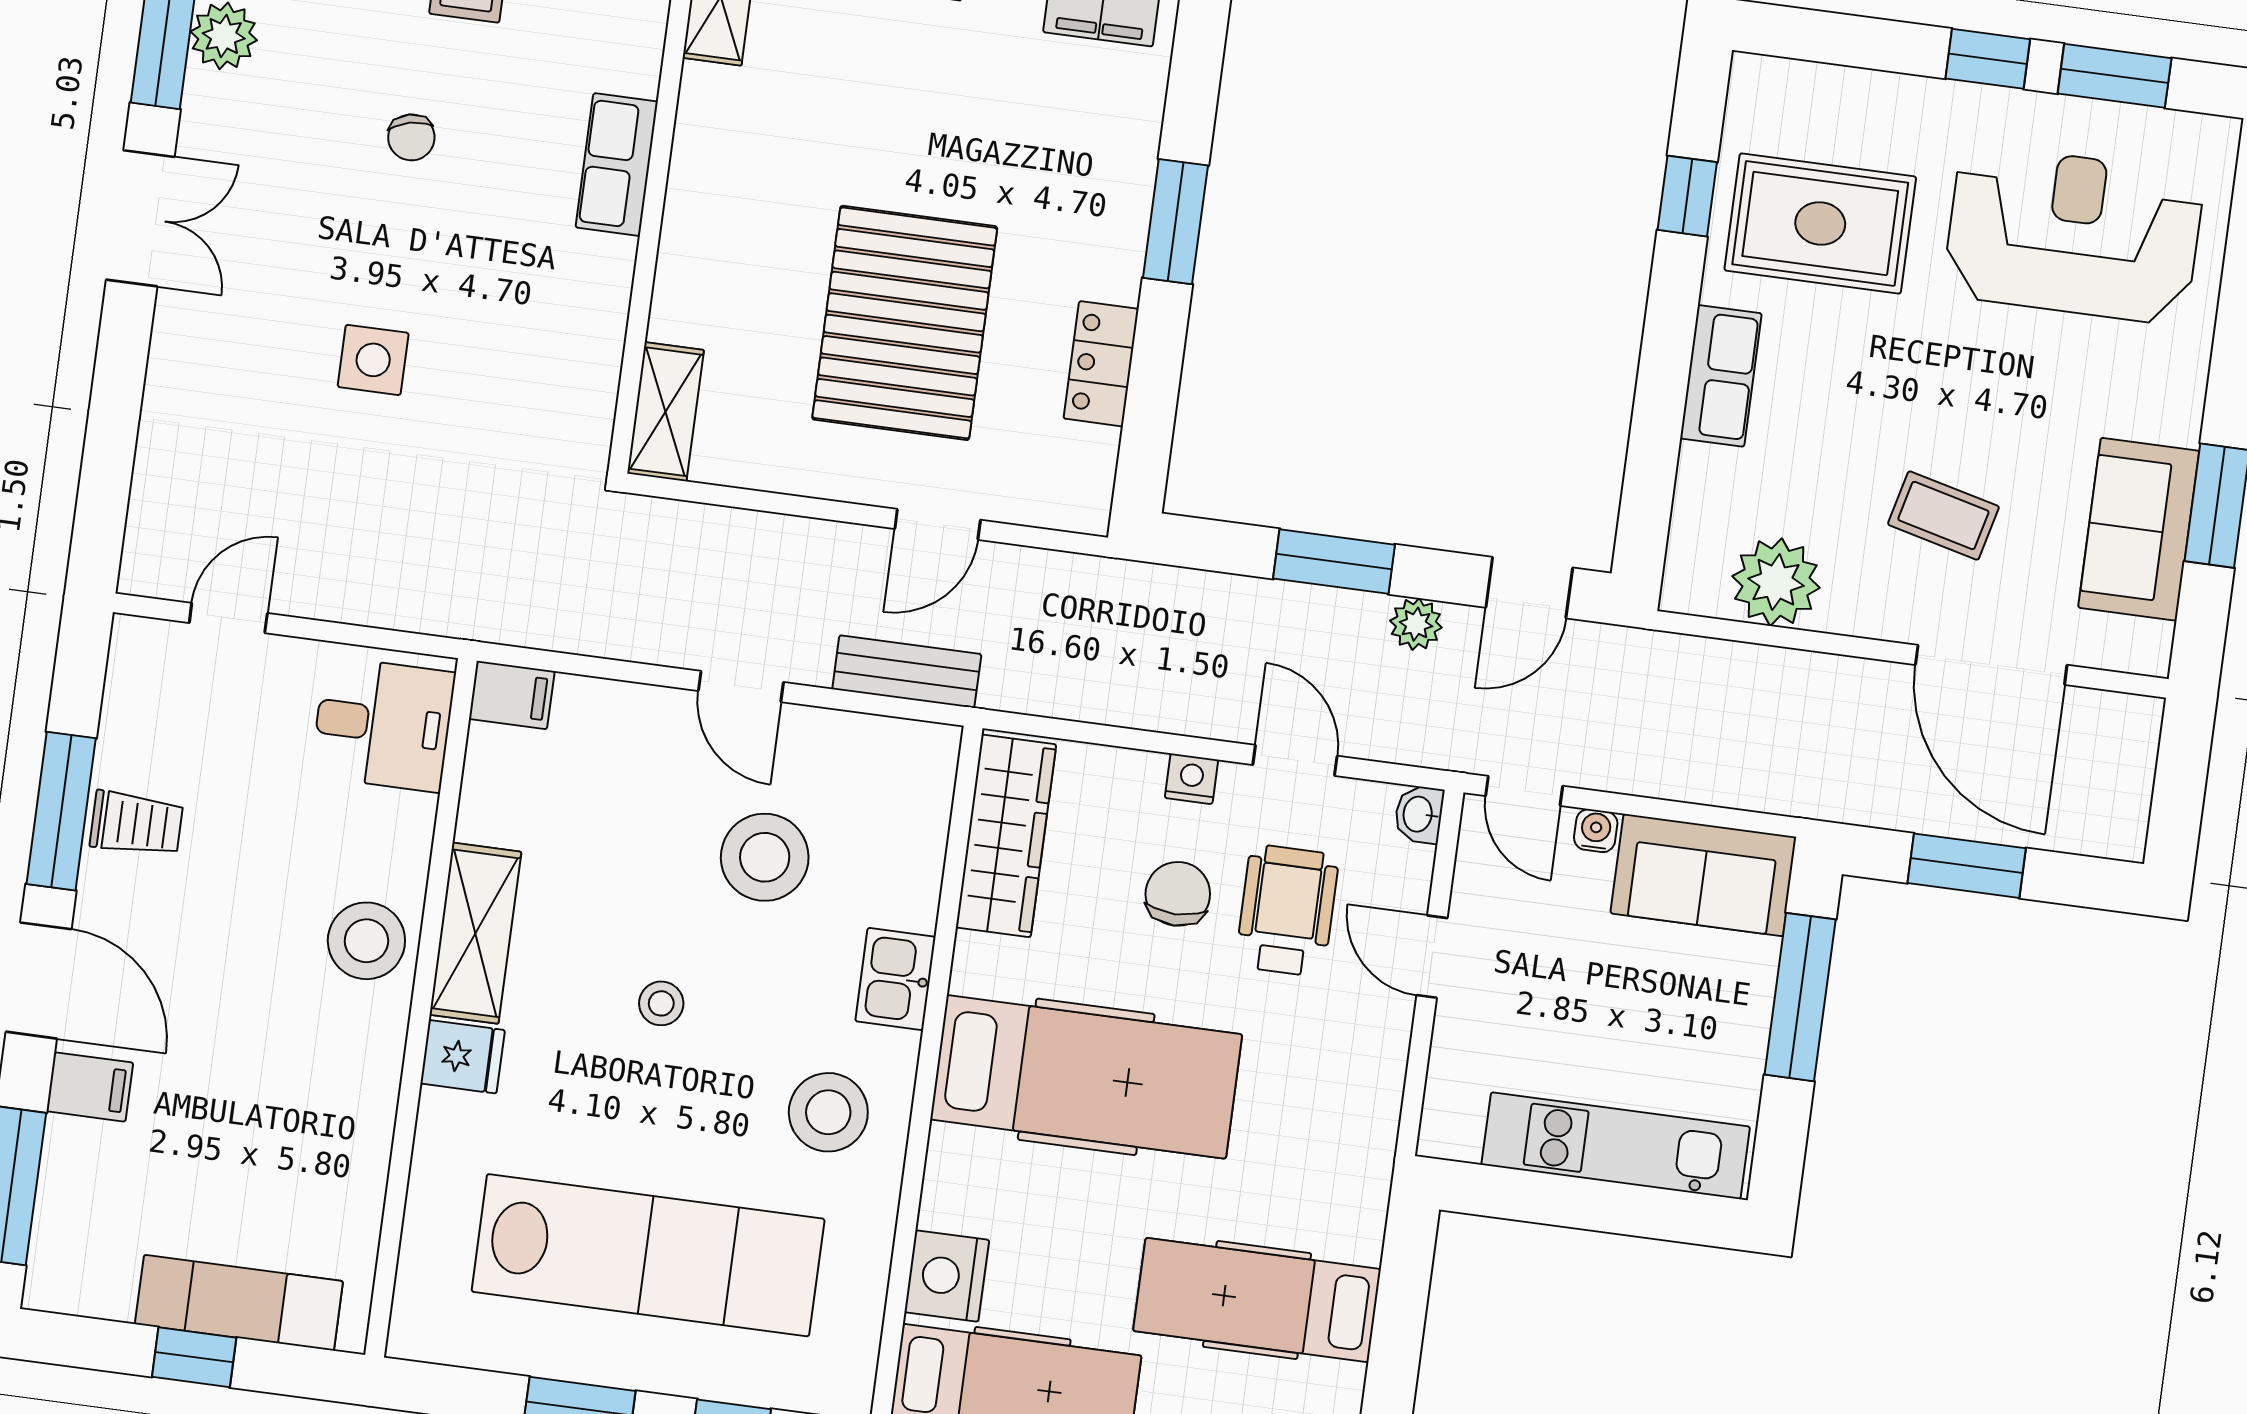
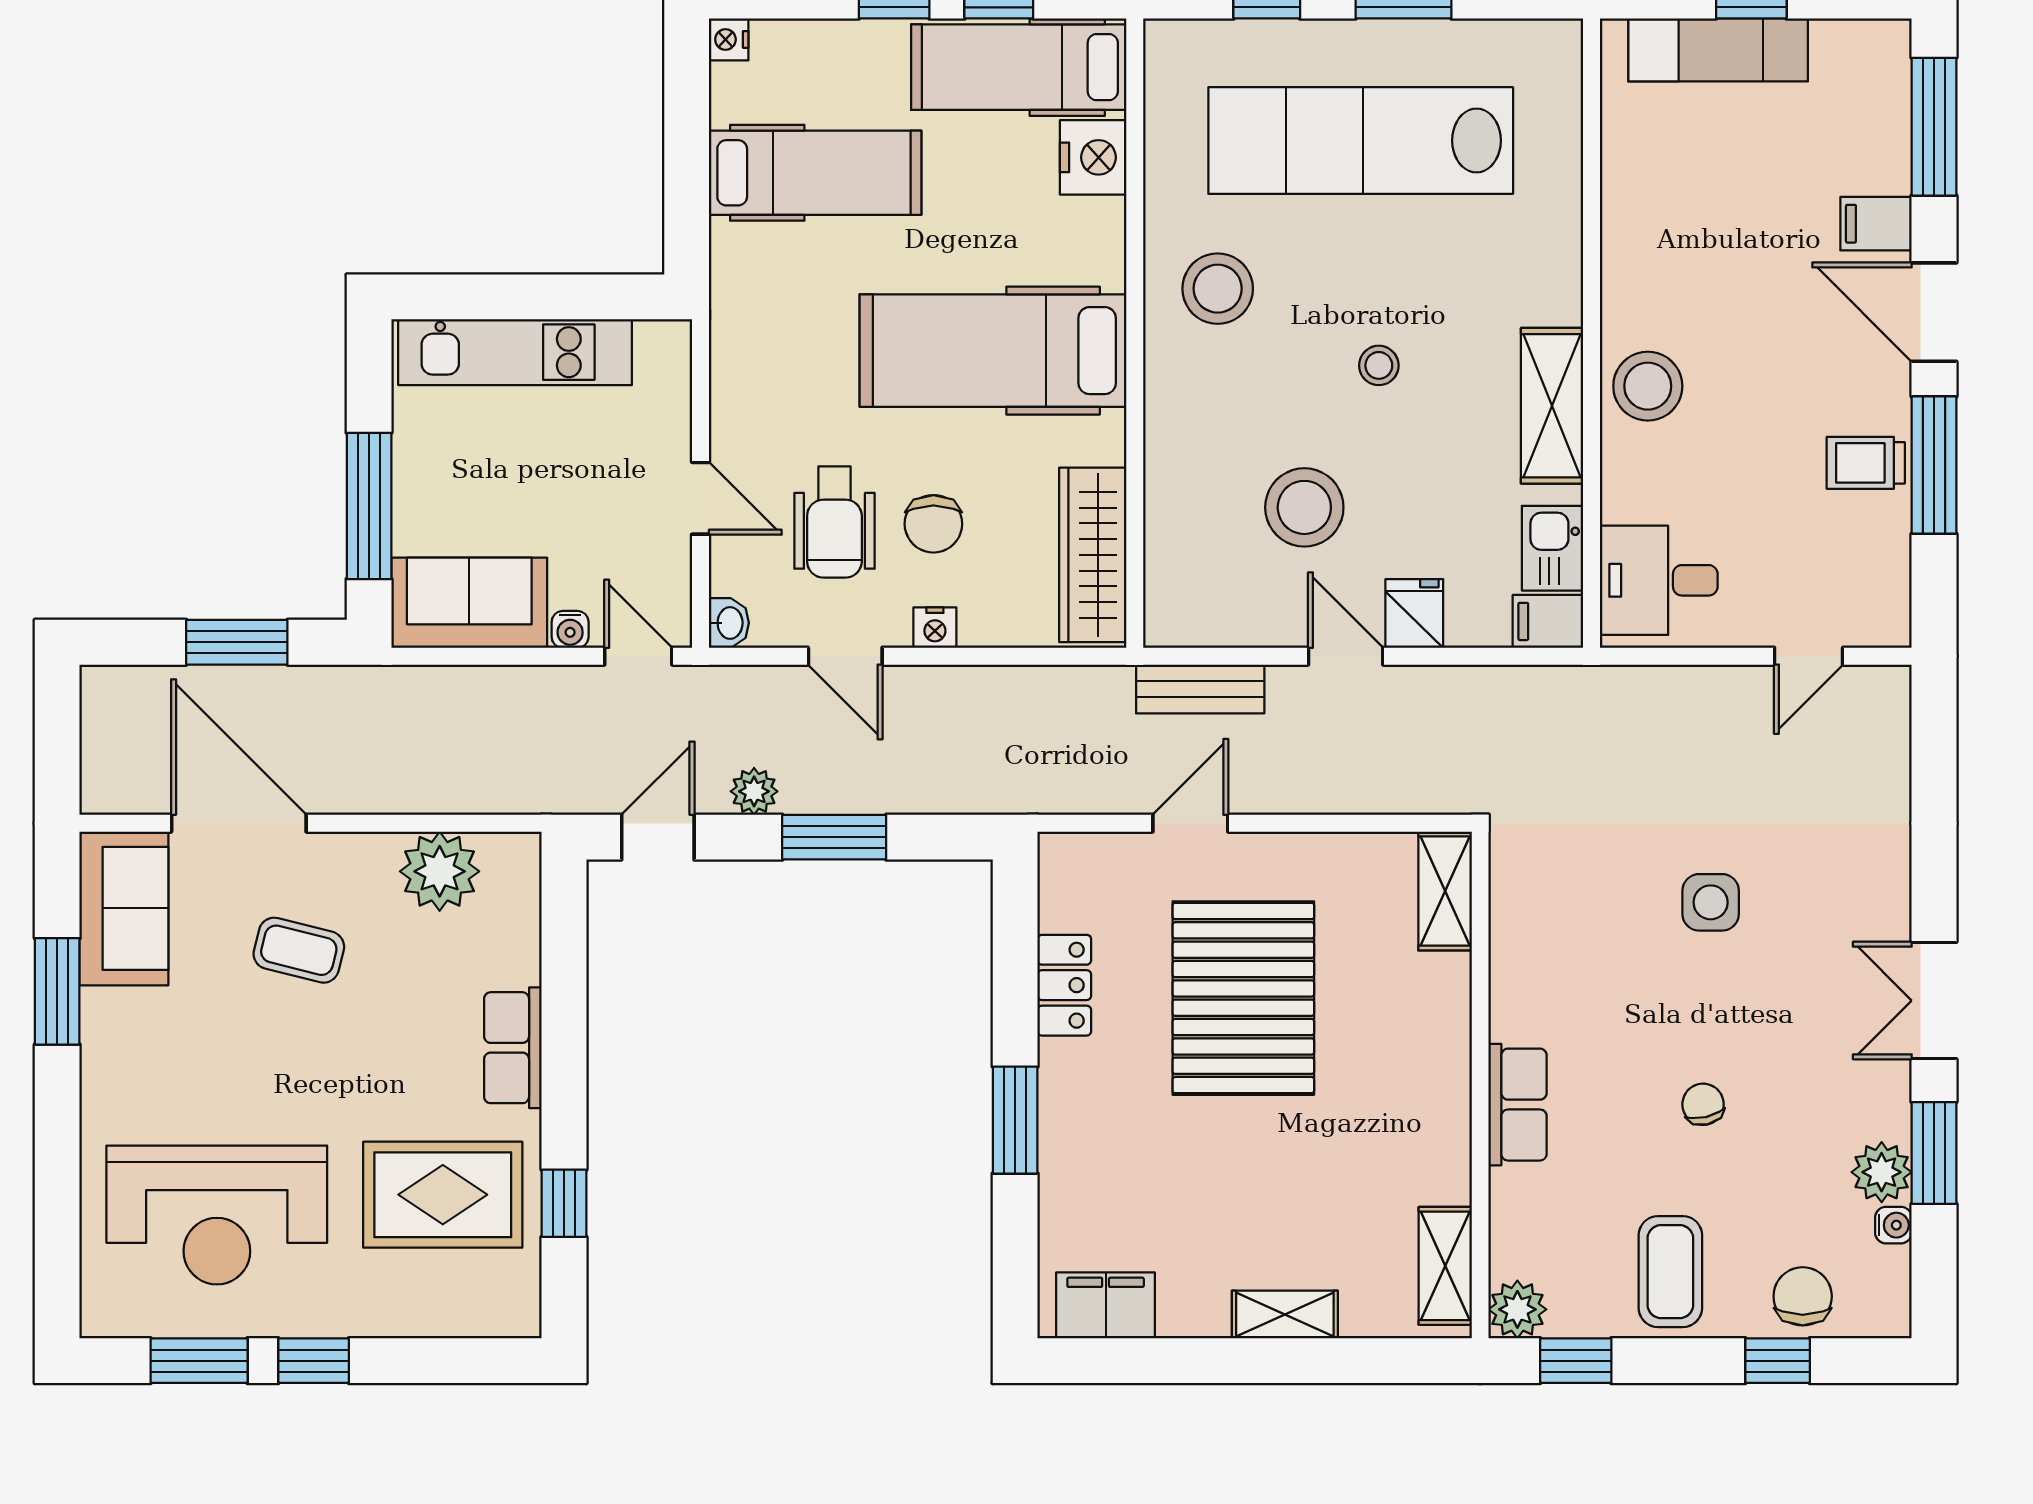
sofa: (2139, 529) -> (124, 908), moved
kitchen sink: (895, 979) -> (1552, 548), moved, turned 180
fridge: (463, 1057) -> (1414, 613), moved, turned 90

